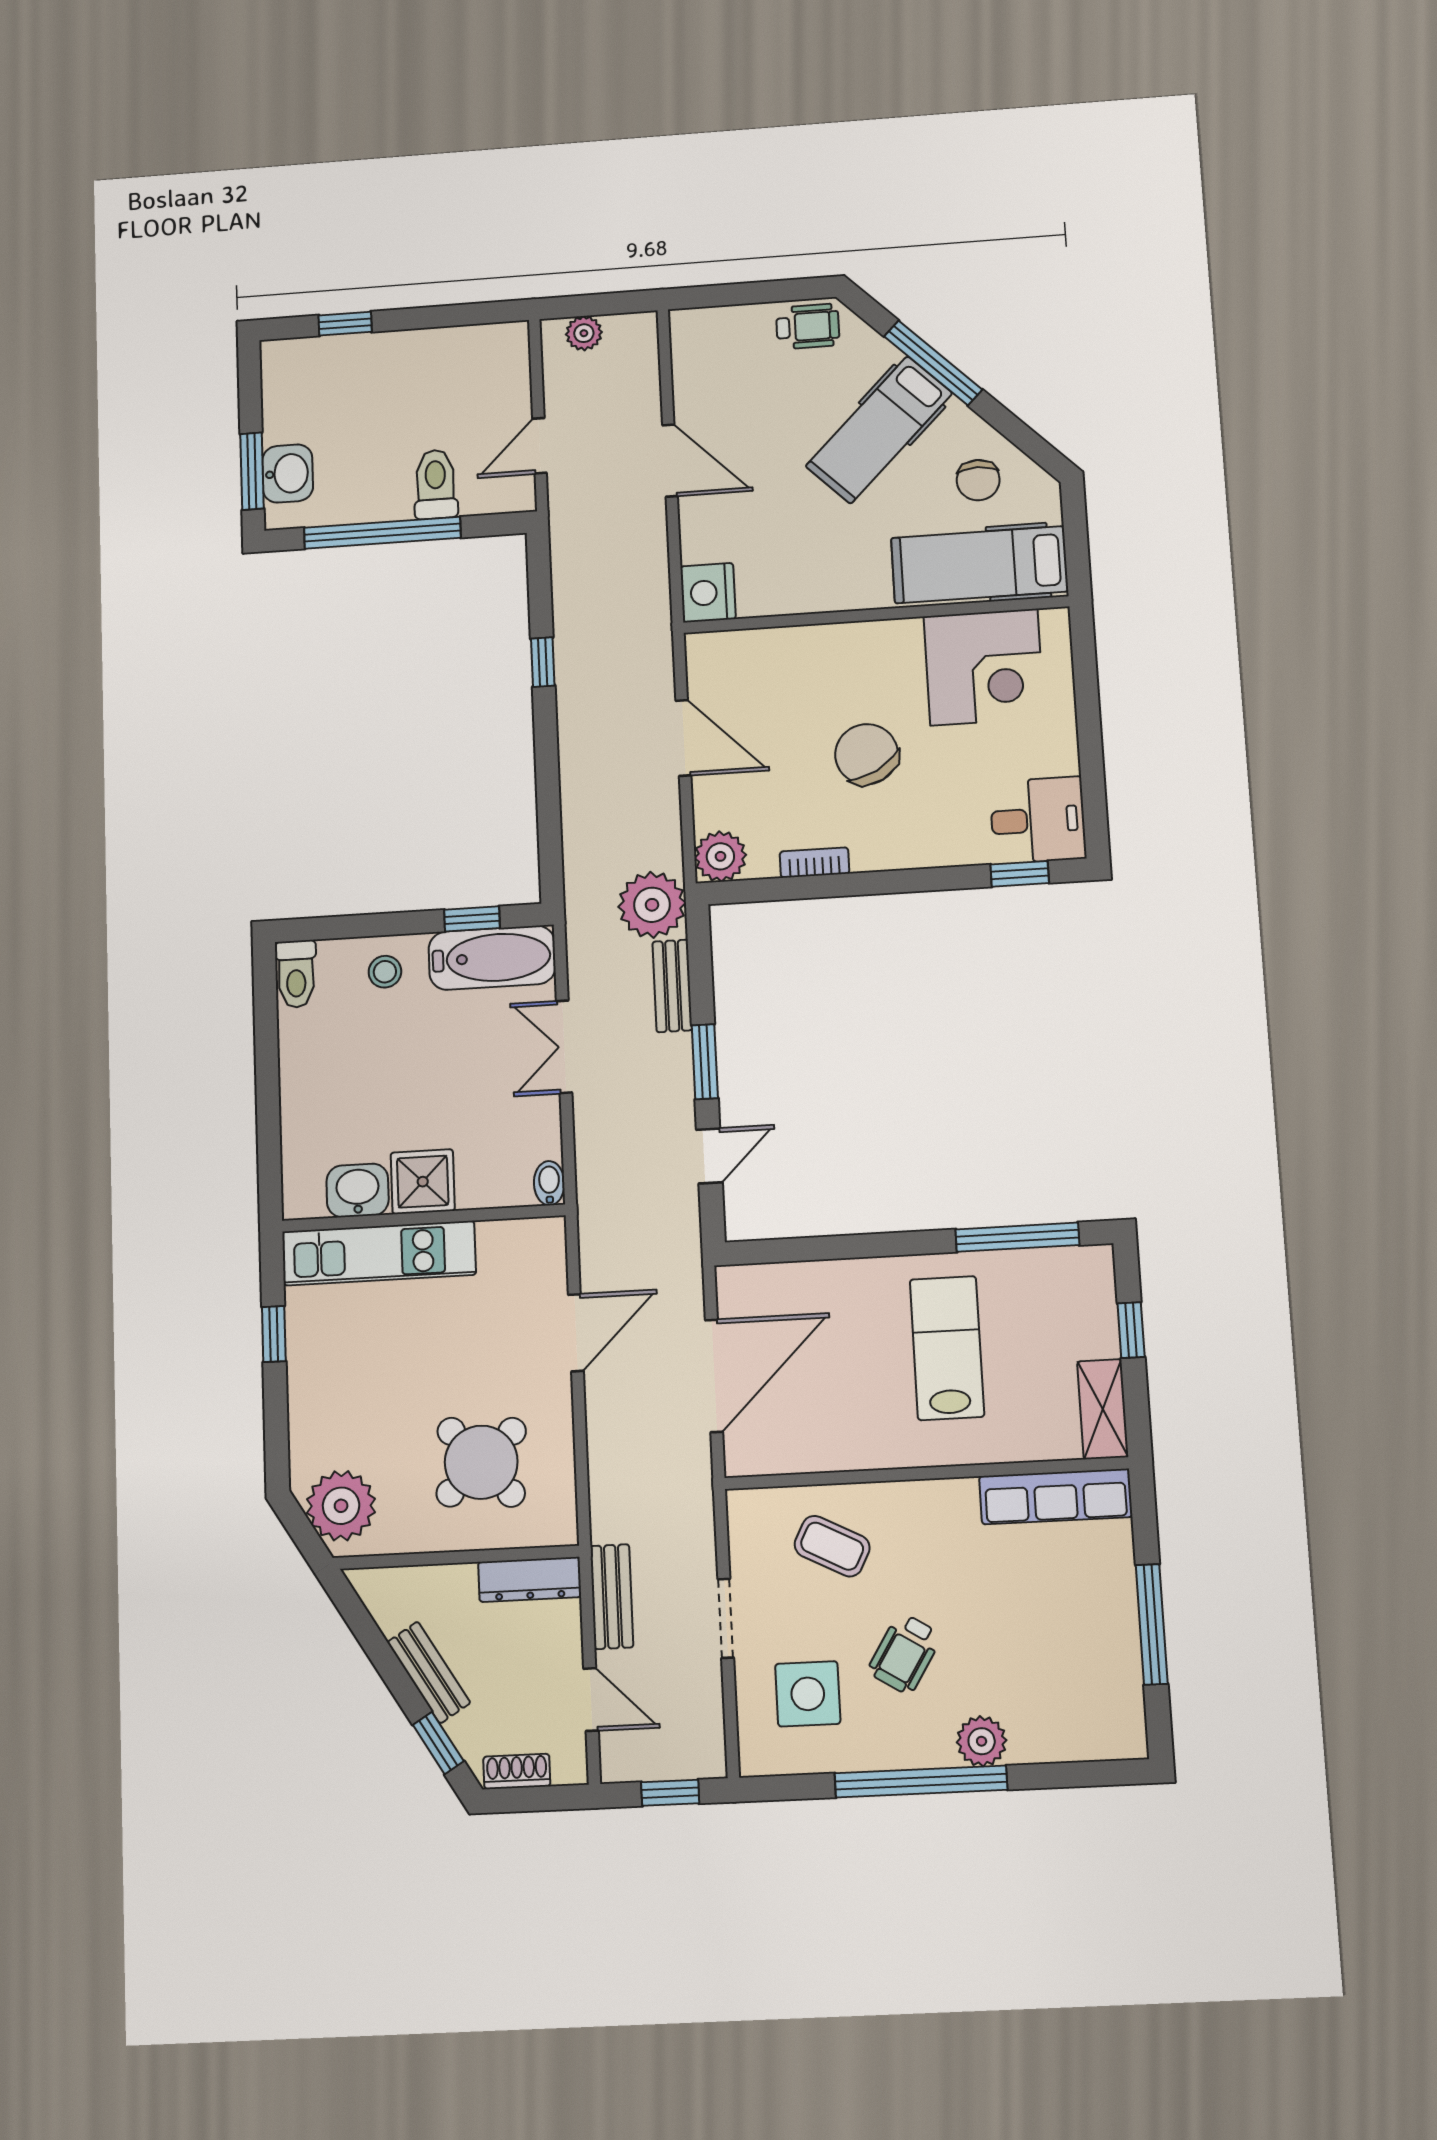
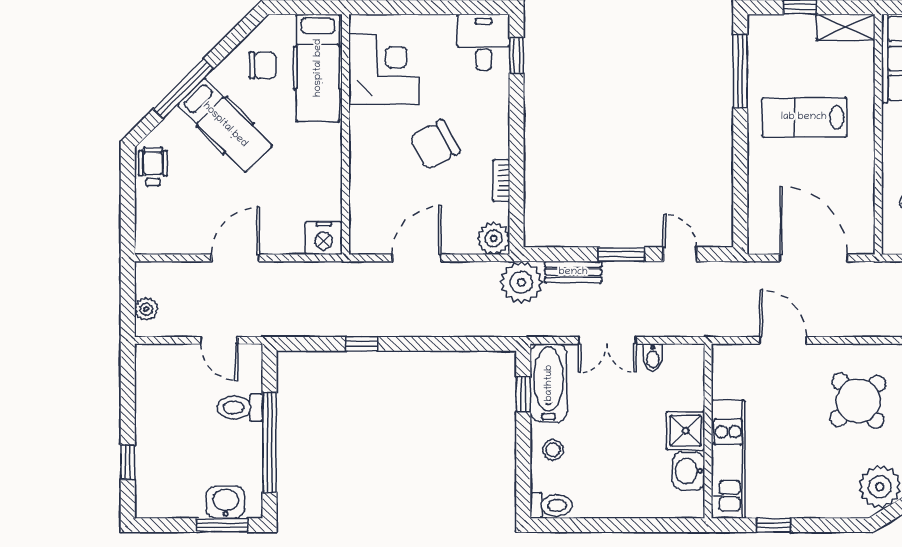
bidet: (549, 1183) -> (653, 357), moved, turned -90

